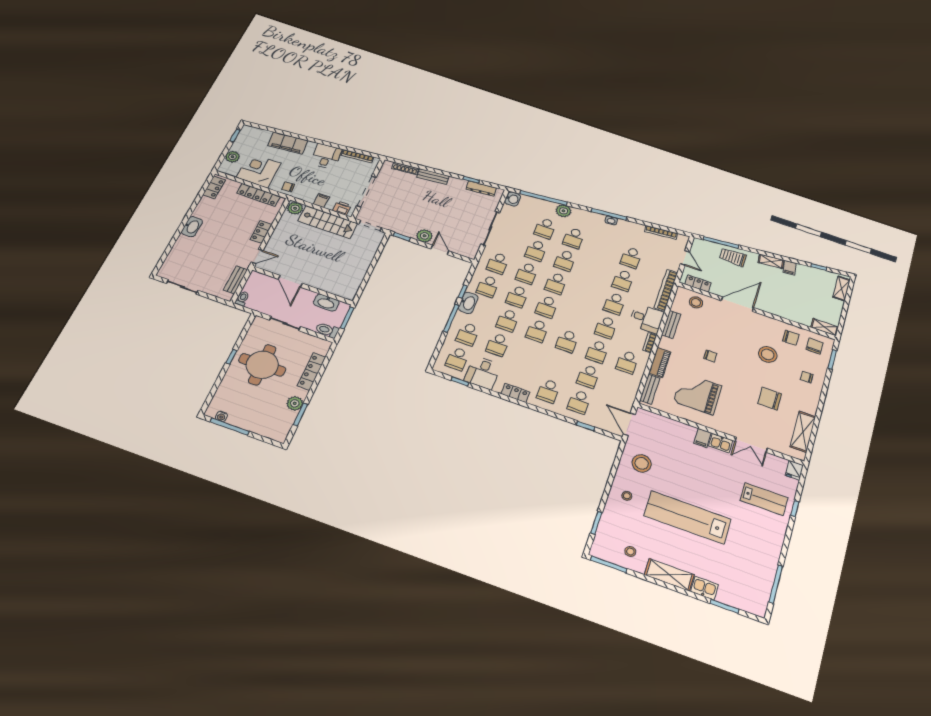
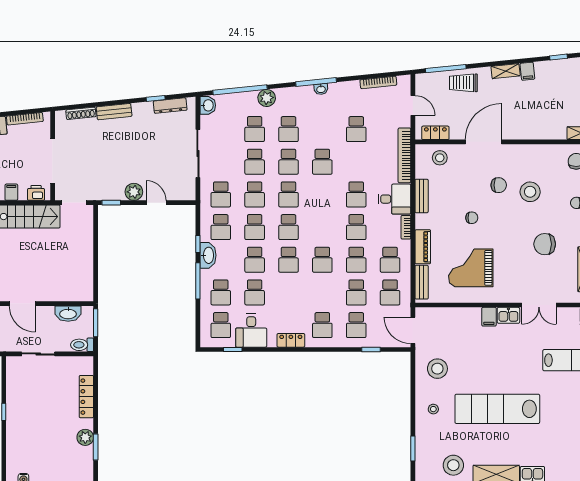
school desk: (623, 280) -> (322, 162), moved
chair: (791, 338) -> (499, 185), moved
round table: (262, 365) -> (37, 409), removed
school desk: (619, 387) -> (390, 292), added
stool: (630, 551) -> (453, 465), width x1.89, depth x1.89

